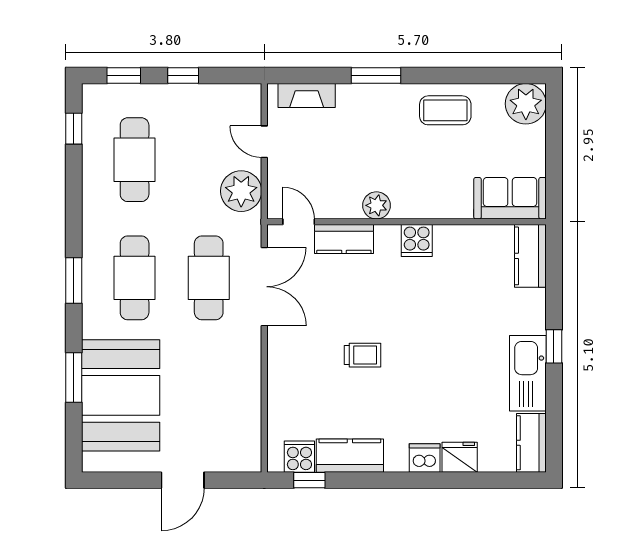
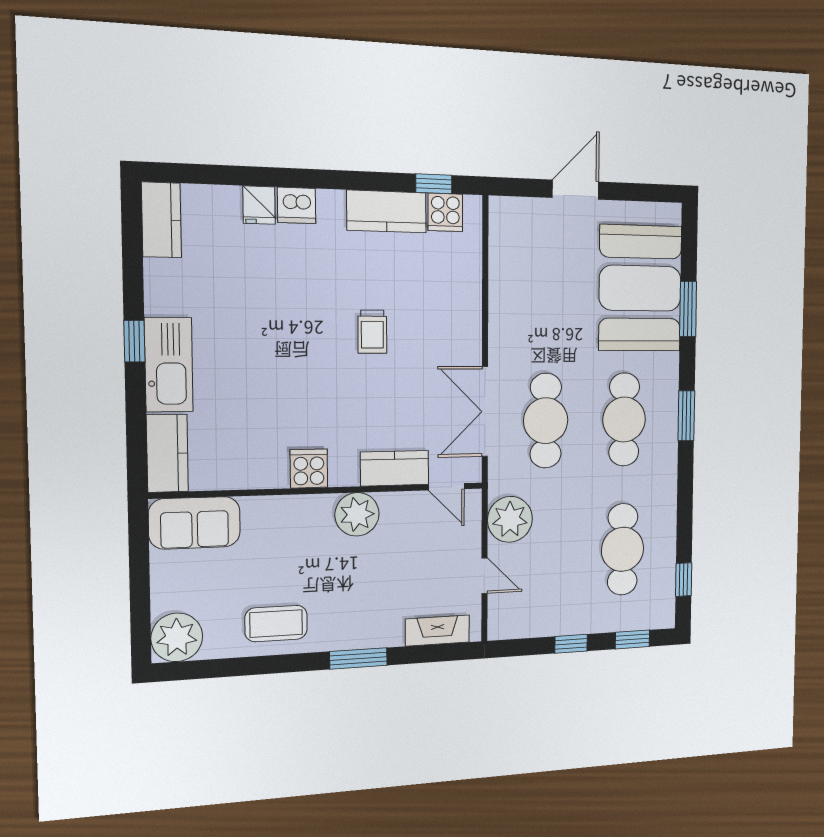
plant: (376, 205) -> (357, 514), width x1.36, depth x1.36
trolley: (363, 355) -> (372, 332), turned -90
kitchen sink: (528, 373) -> (169, 365), moved
fridge: (460, 457) -> (259, 205), width x0.72

